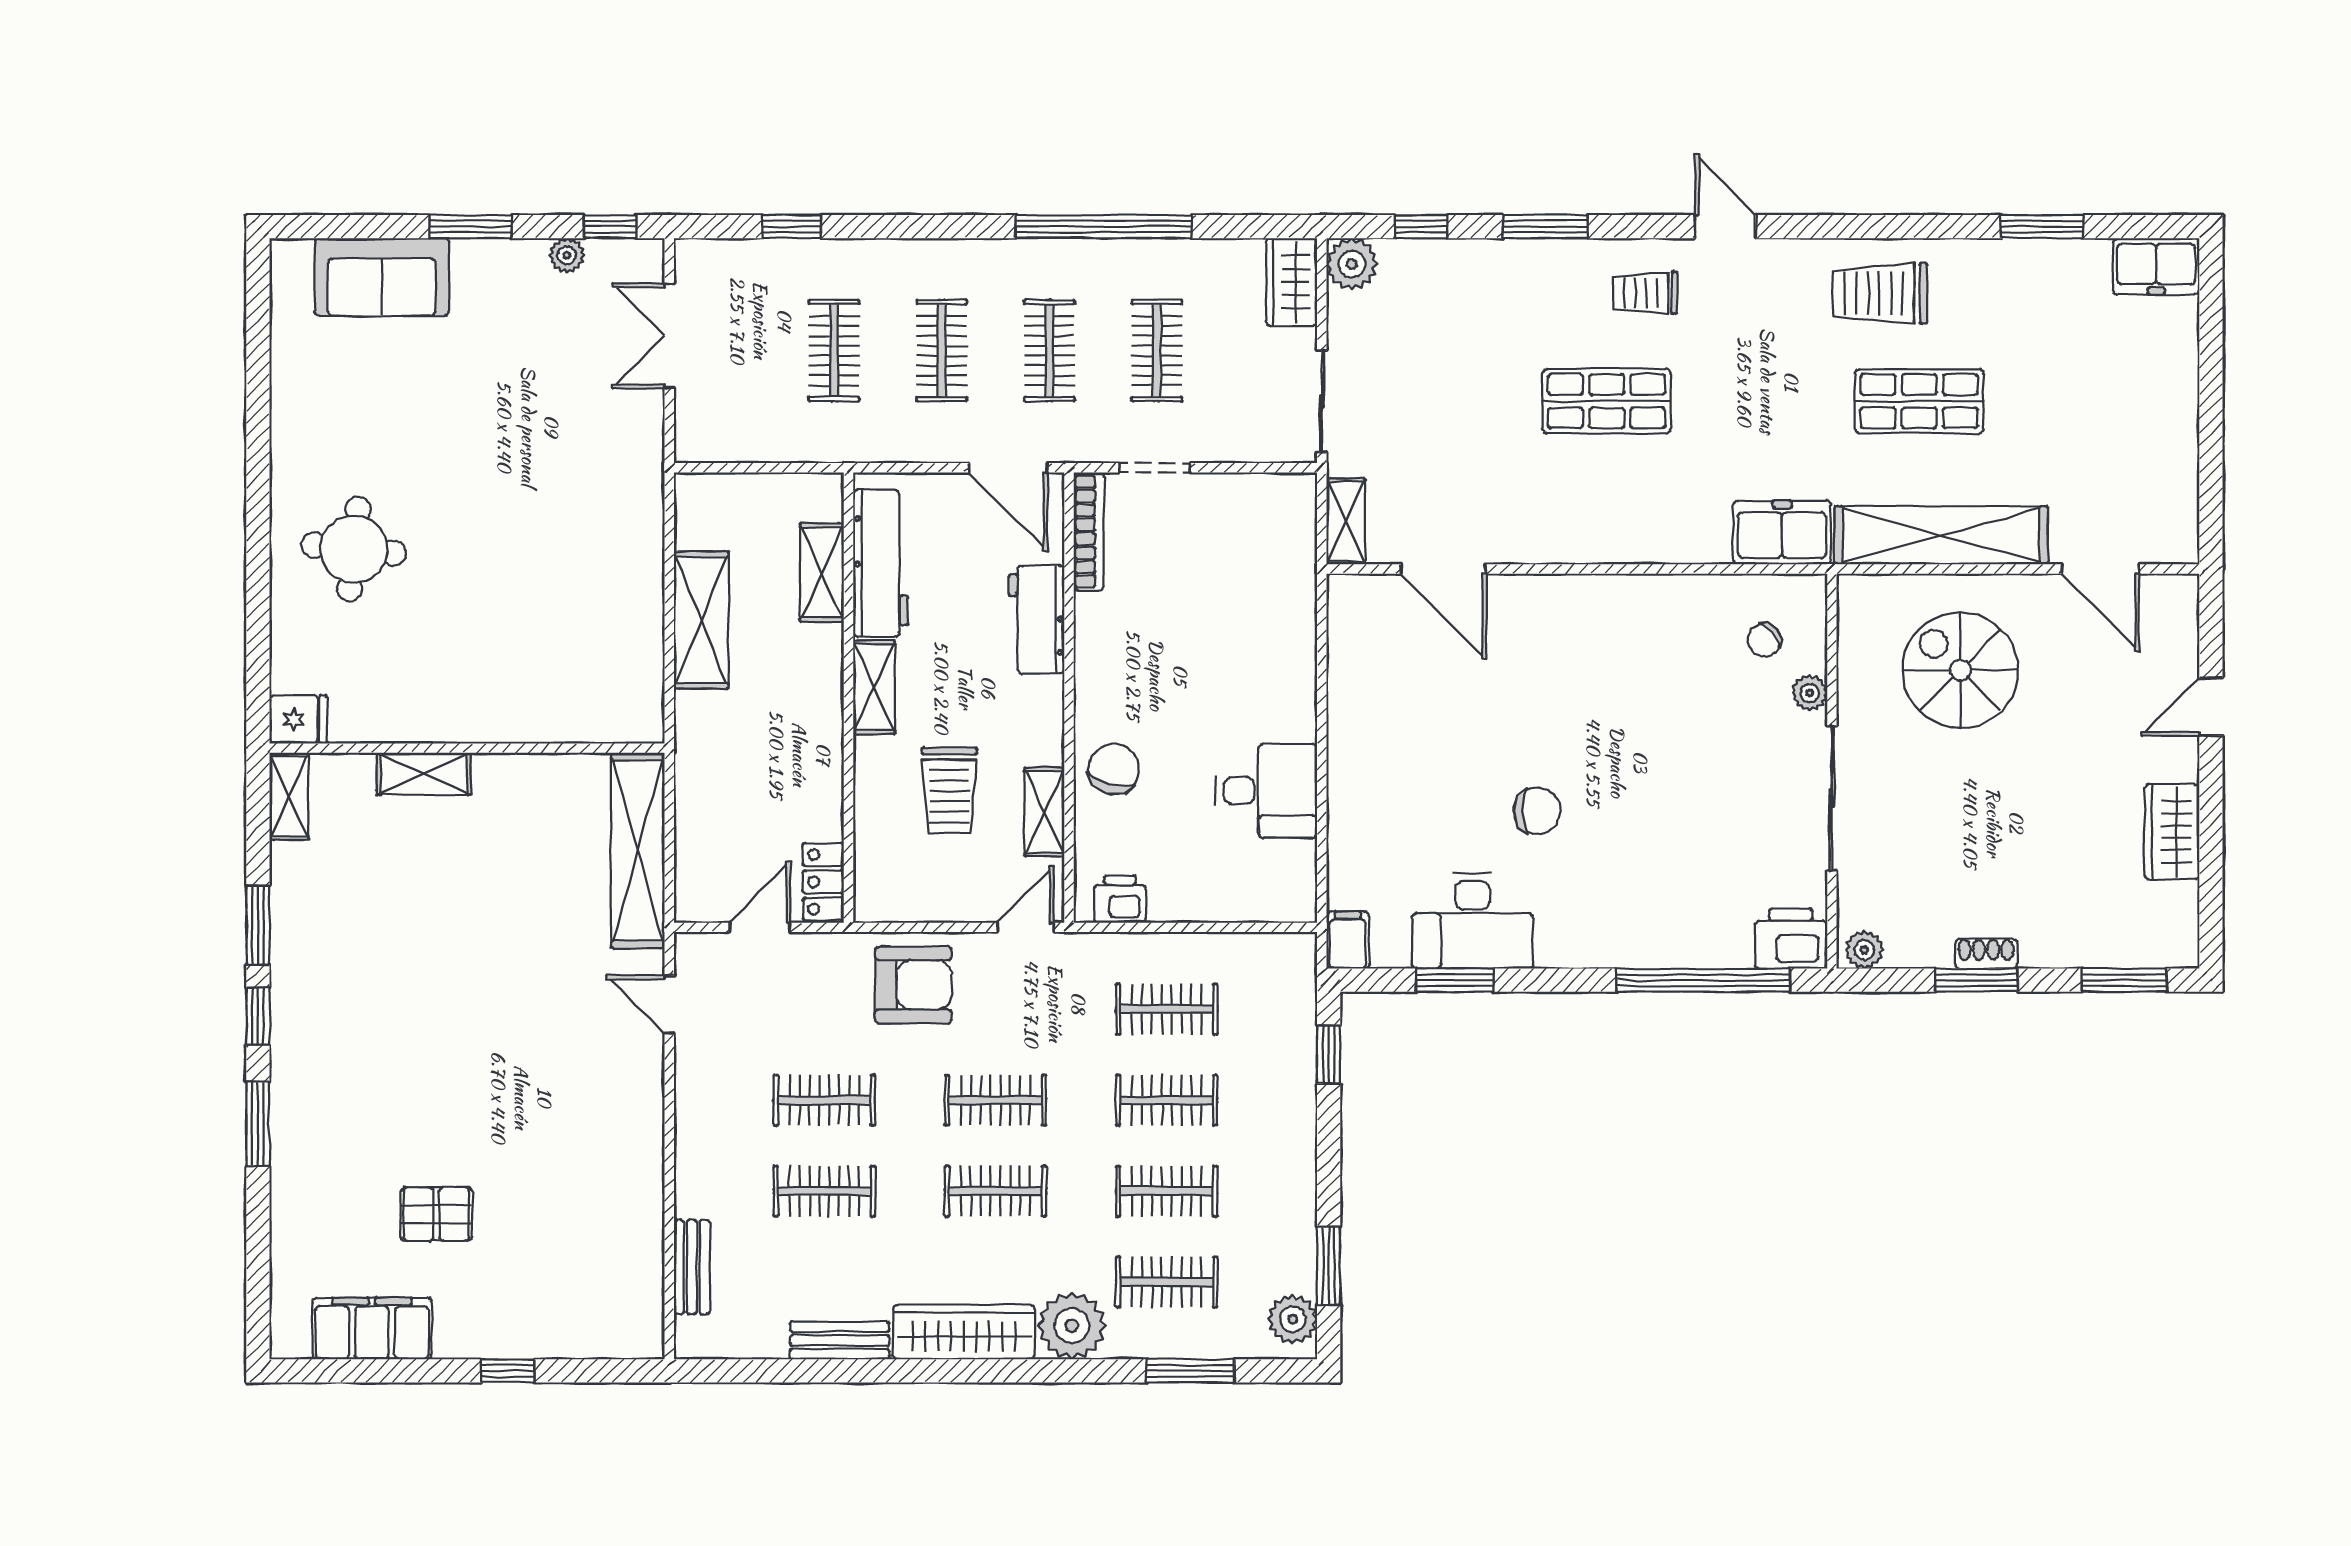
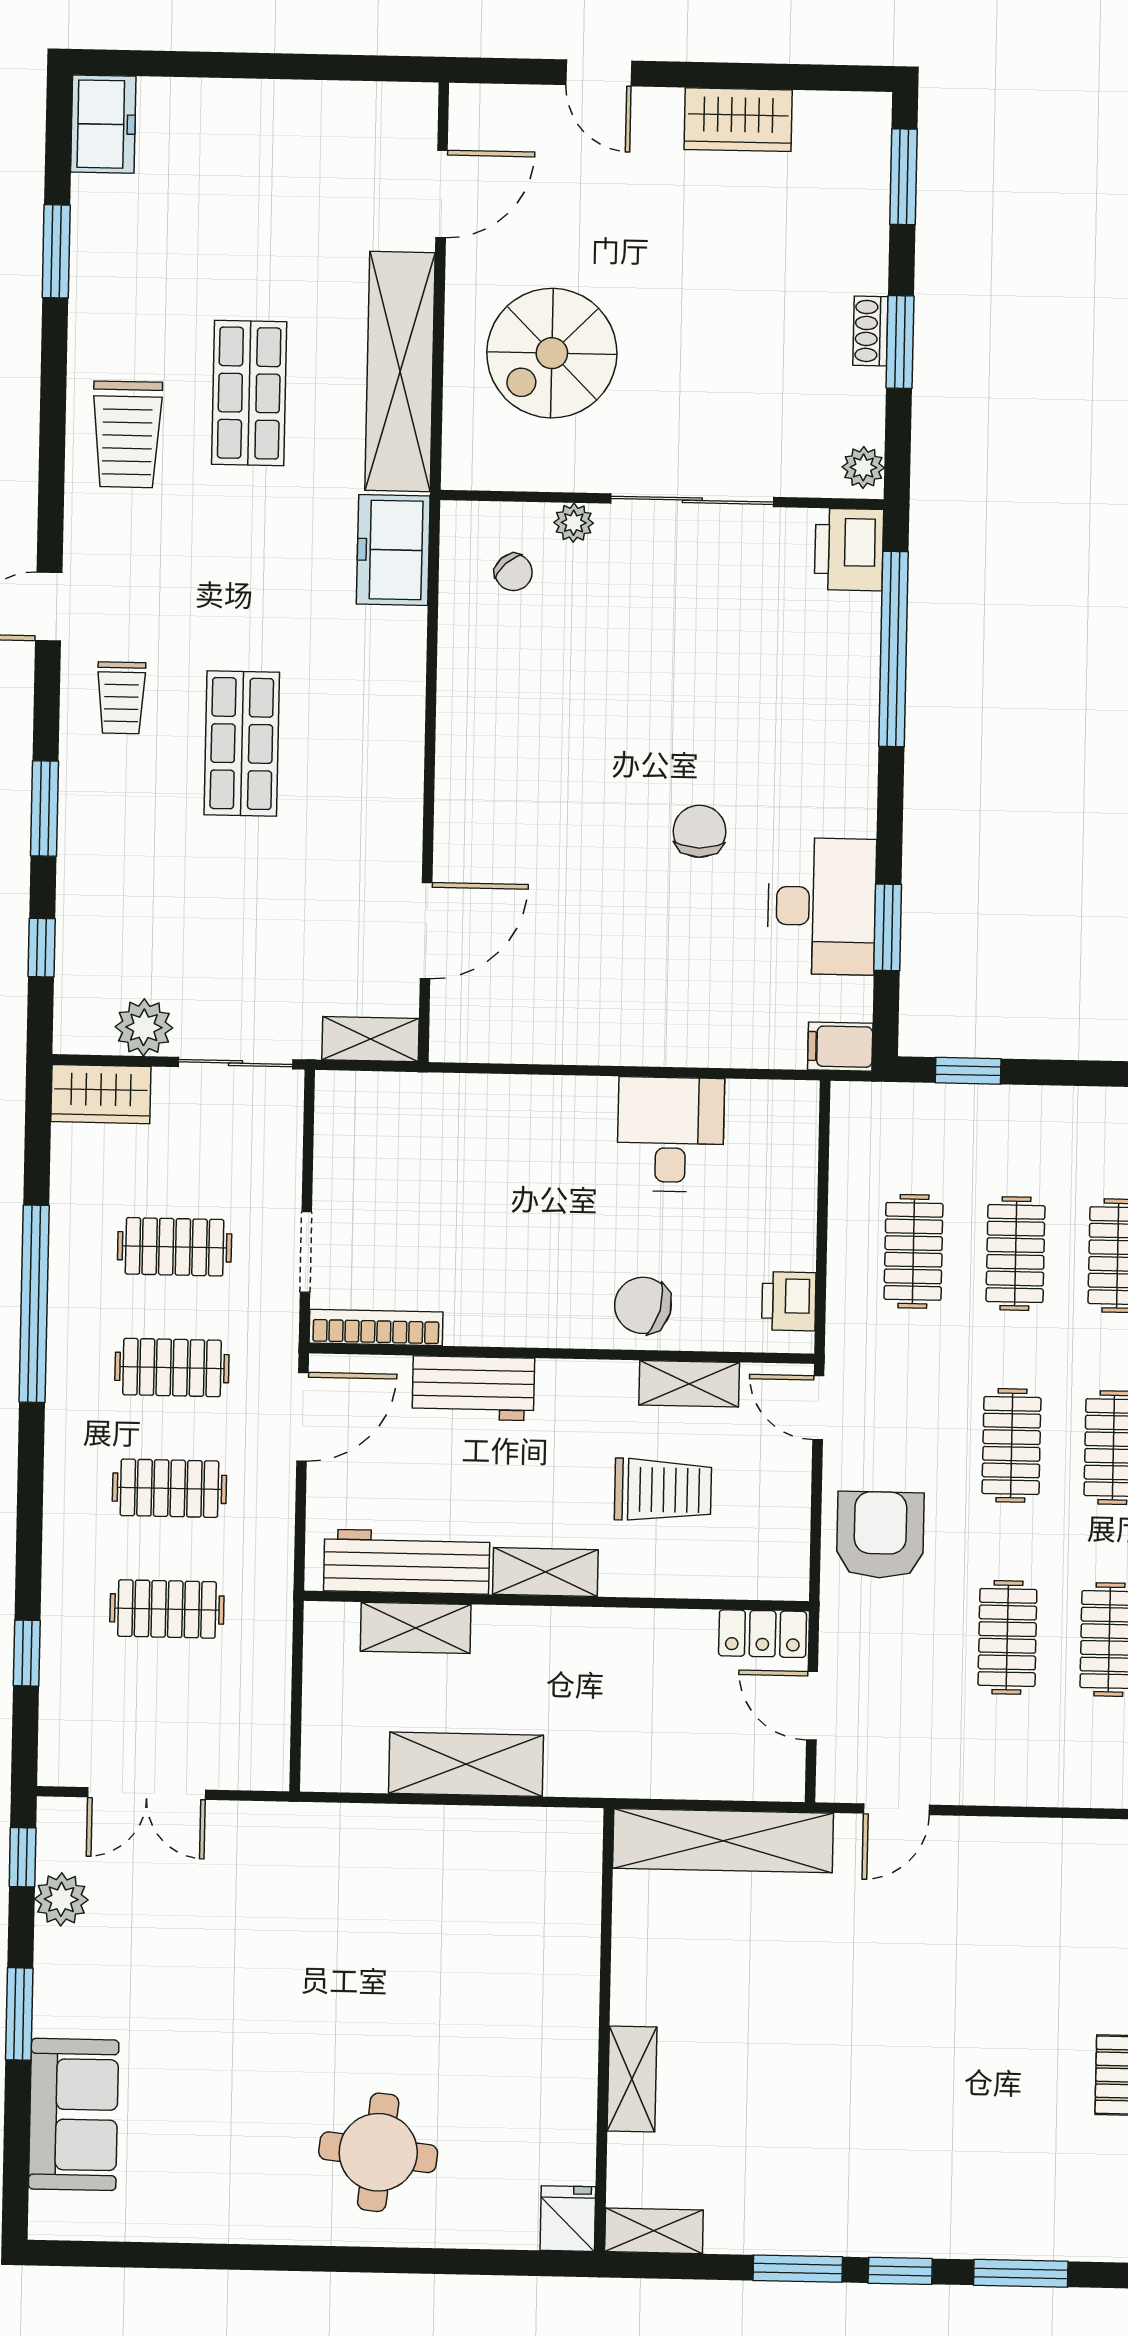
plant: (567, 255) -> (61, 1899), width x1.38, depth x1.38
plant: (1352, 264) -> (144, 1027), moved

